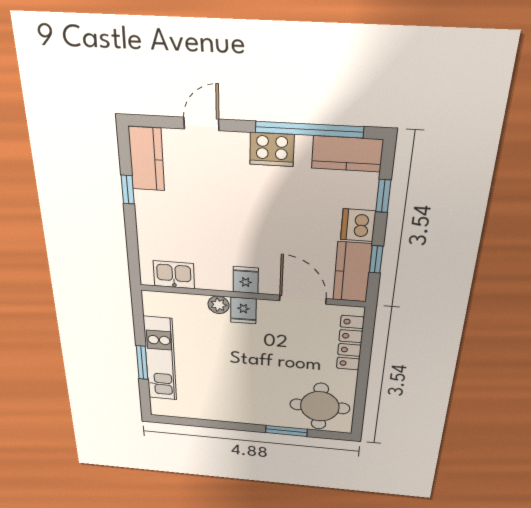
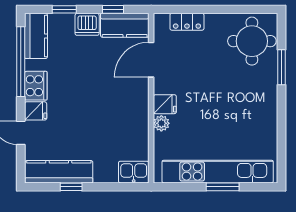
kitchen counter: (146, 159) -> (59, 172), width x1.50
kitchen sink: (174, 275) -> (134, 172), moved, turned 90
fridge: (246, 280) -> (36, 111), moved, turned 180
locker: (350, 343) -> (187, 22), width x0.66
kitchen unit: (160, 359) -> (218, 172), width x1.36

